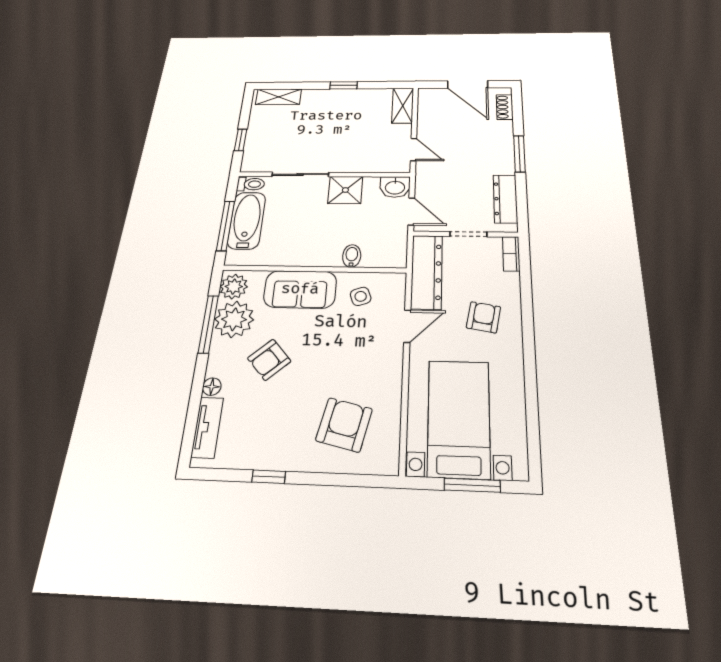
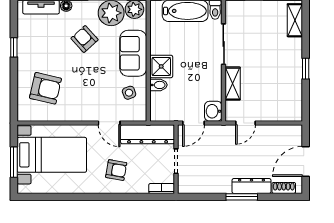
shelving: (403, 106) -> (233, 84), moved, turned 90
shower: (345, 190) -> (161, 66), moved
dresser: (505, 199) -> (252, 186), moved

